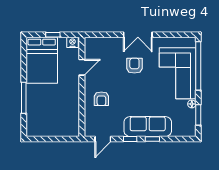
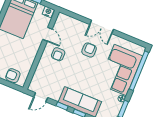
door: (82, 67) -> (47, 34), hinge flipped
armchair: (101, 99) -> (58, 54), moved
armchair: (63, 128) -> (13, 76), added

